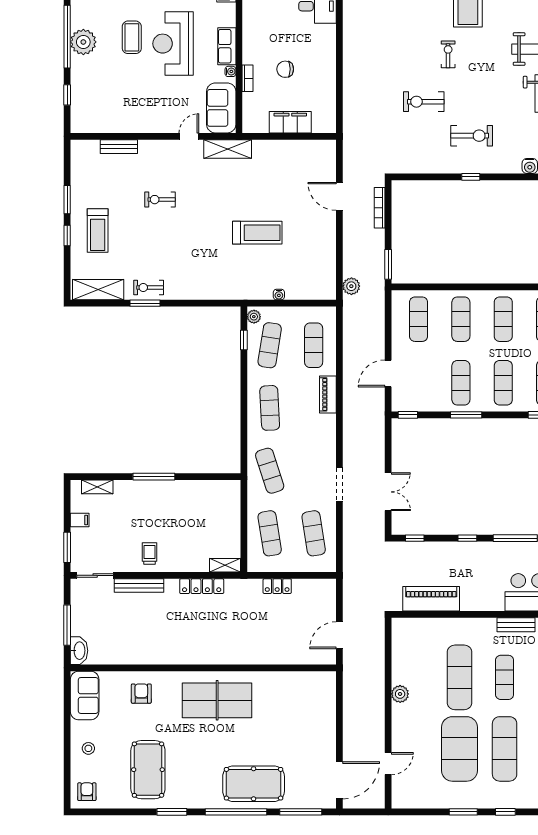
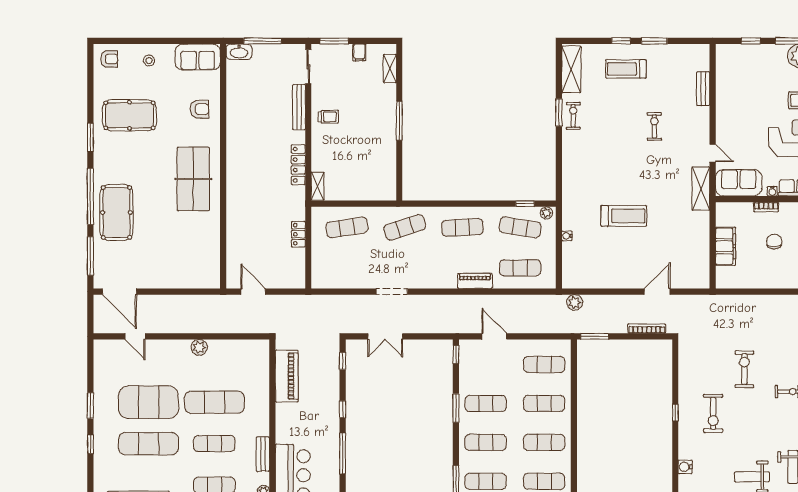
treadmill: (257, 233) -> (624, 216), turned -90
exercise mat: (314, 533) -> (347, 268), removed

